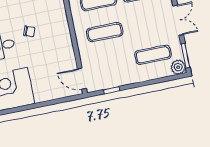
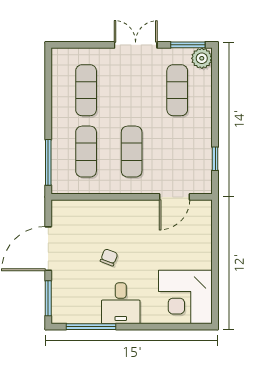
door: (82, 79) -> (174, 197), moved

